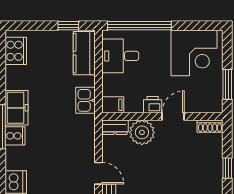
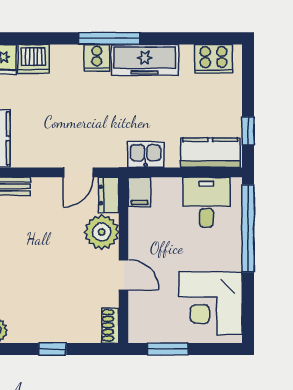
printer: (153, 105) -> (140, 247), removed
freezer: (16, 108) -> (145, 60), width x1.40
door: (98, 173) -> (78, 172), moved

